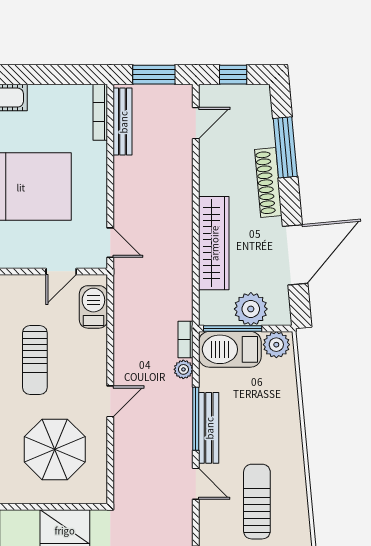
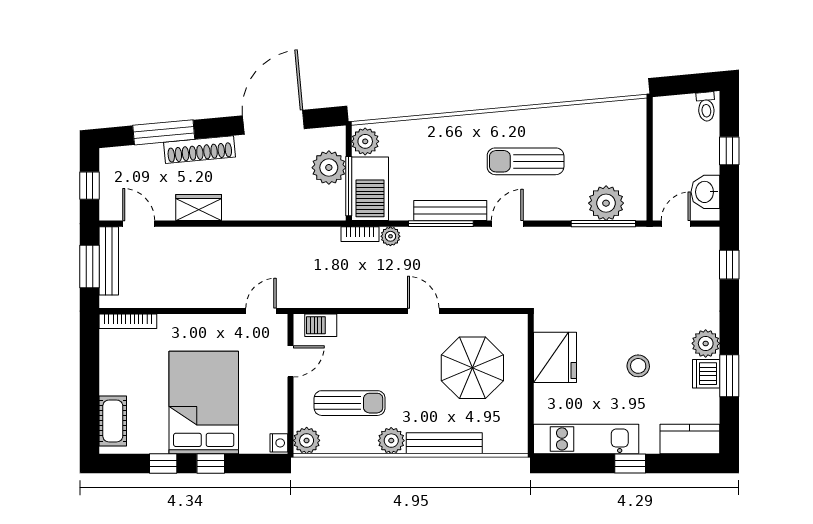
bench: (123, 122) -> (109, 261), moved, turned 90
wardrobe: (214, 243) -> (199, 208), moved, width x0.48, depth x0.85
door: (295, 255) -> (273, 122), hinge flipped
door: (61, 271) -> (290, 361), hinge flipped
barbecue: (93, 307) -> (321, 325), width x0.73, depth x0.79
sun lounger: (35, 360) -> (350, 403), moved

